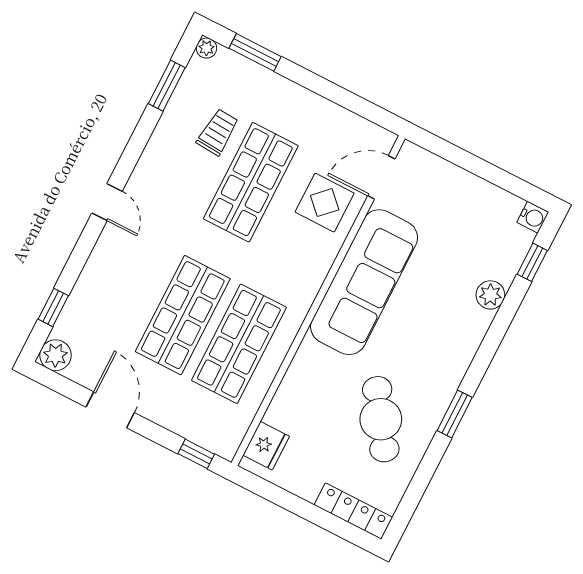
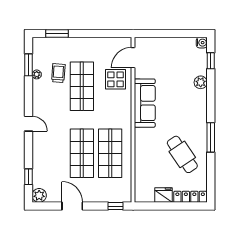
plant: (206, 48) -> (37, 74), moved
sofa: (364, 282) -> (145, 103), width x0.74, depth x0.79
window: (455, 414) -> (211, 137), width x1.44
fridge: (266, 446) -> (164, 195), moved, turned -90

